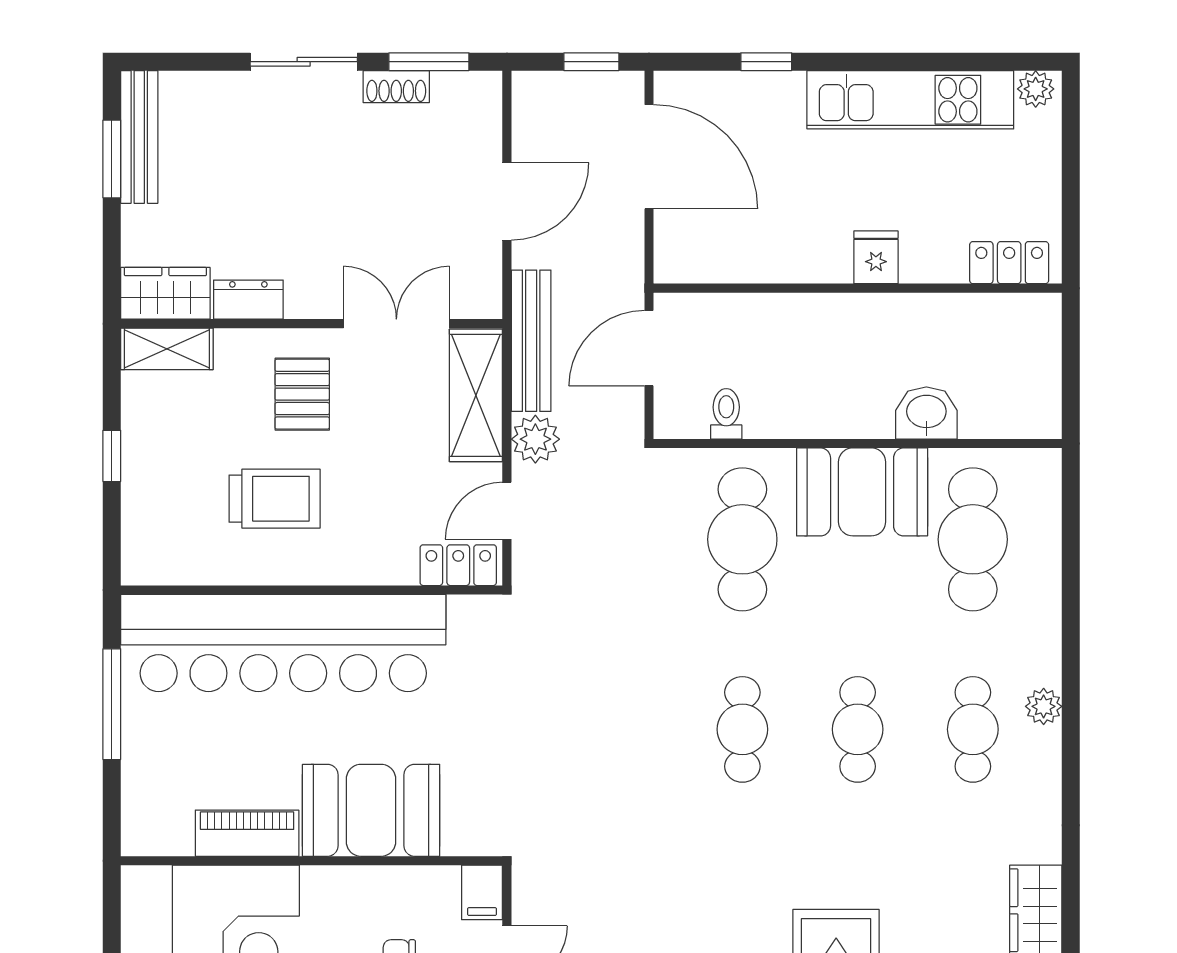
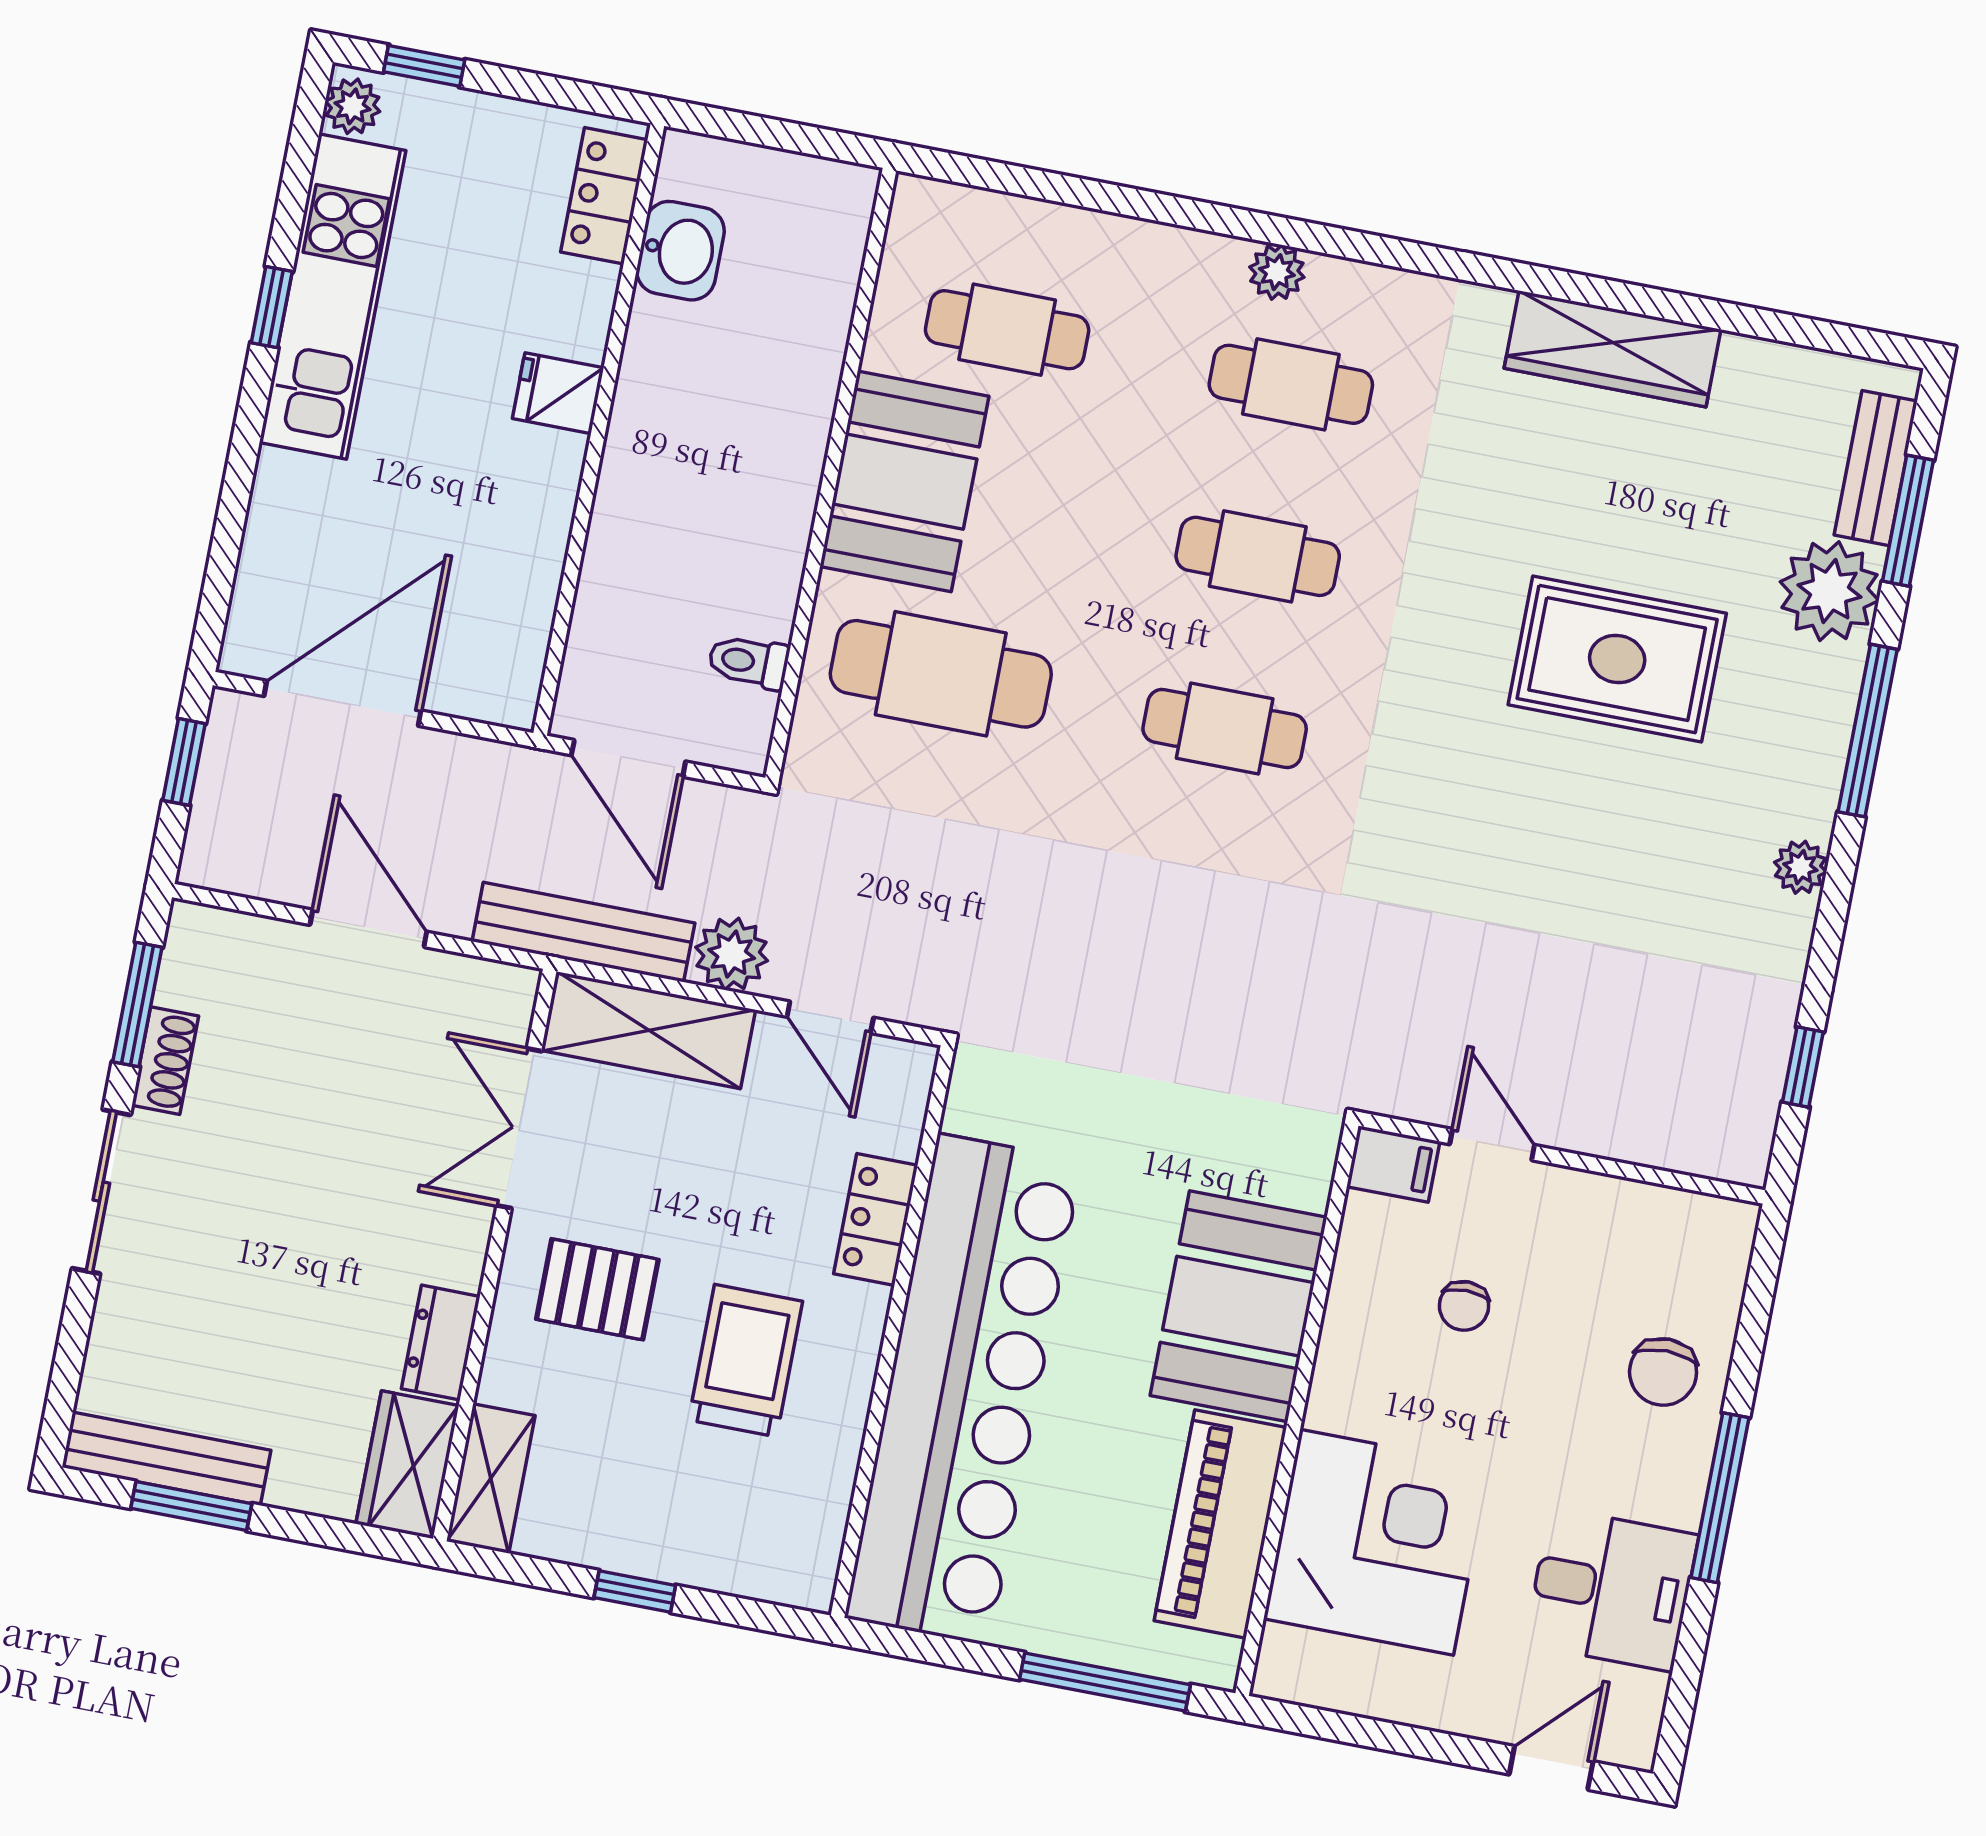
window: (766, 62) -> (272, 307), moved
window: (1071, 130) -> (424, 66), added
washbasin: (926, 413) -> (680, 251), moved, turned 180
cafe table: (973, 539) -> (1007, 330), width x0.73, depth x0.74
locker: (458, 565) -> (876, 1220), moved
window: (112, 704) -> (1105, 1682), moved
piano: (247, 833) -> (1220, 1524), width x1.37, depth x1.33

